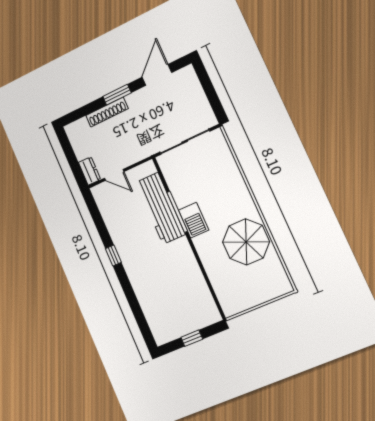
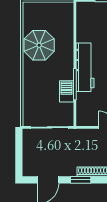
workbench: (160, 208) -> (85, 67), moved
barbecue: (194, 220) -> (67, 91), moved

